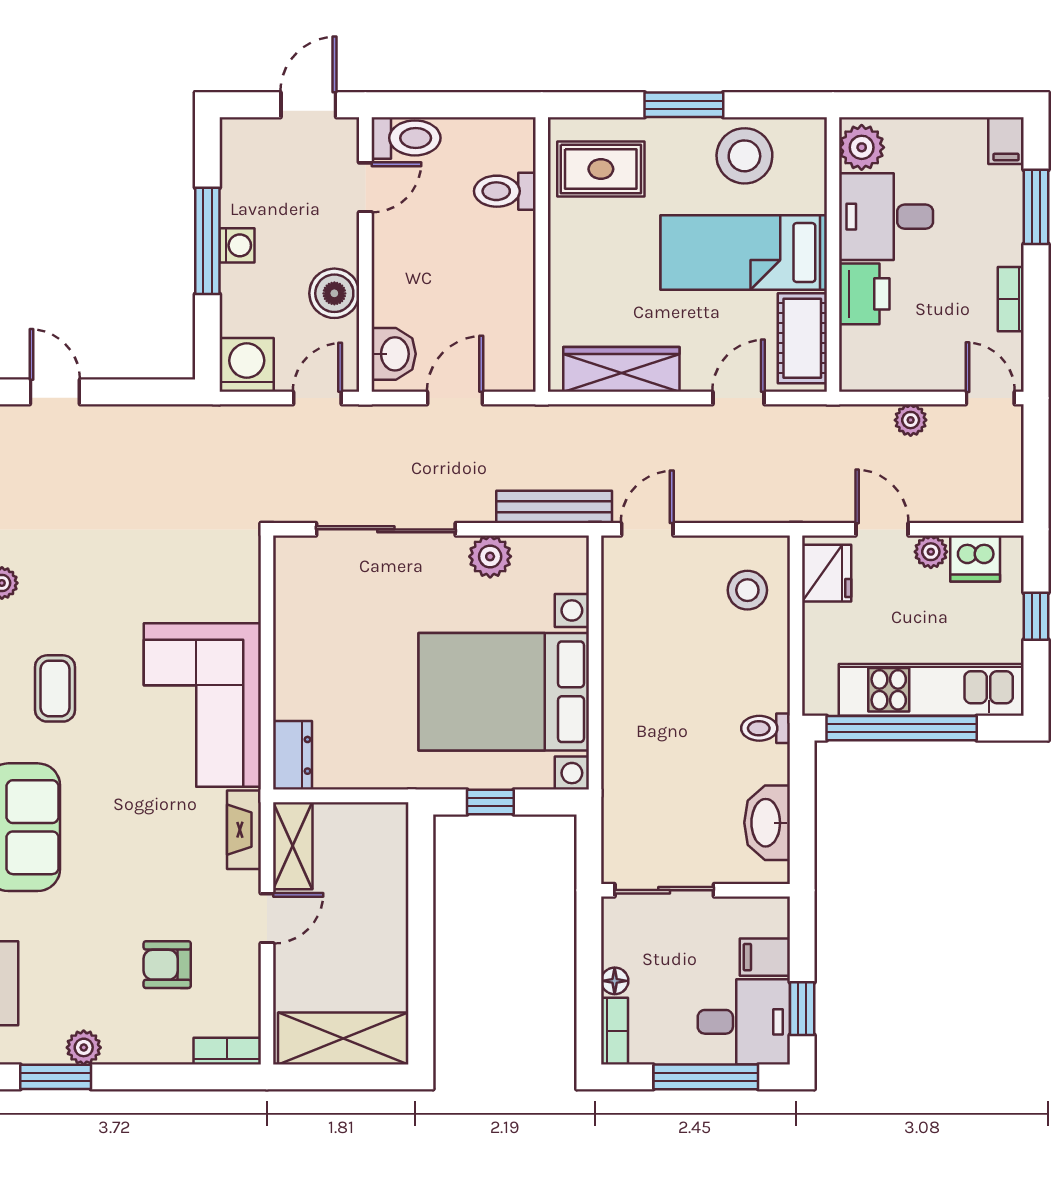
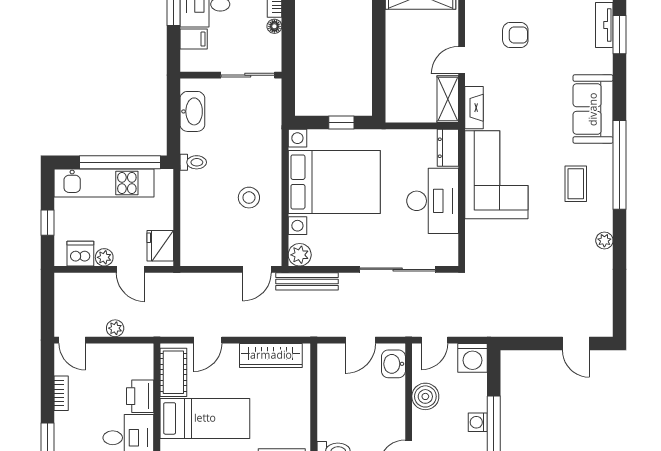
plant: (490, 556) -> (300, 255), moved
stool: (747, 590) -> (249, 198), moved
desk: (321, 657) -> (433, 201), added

